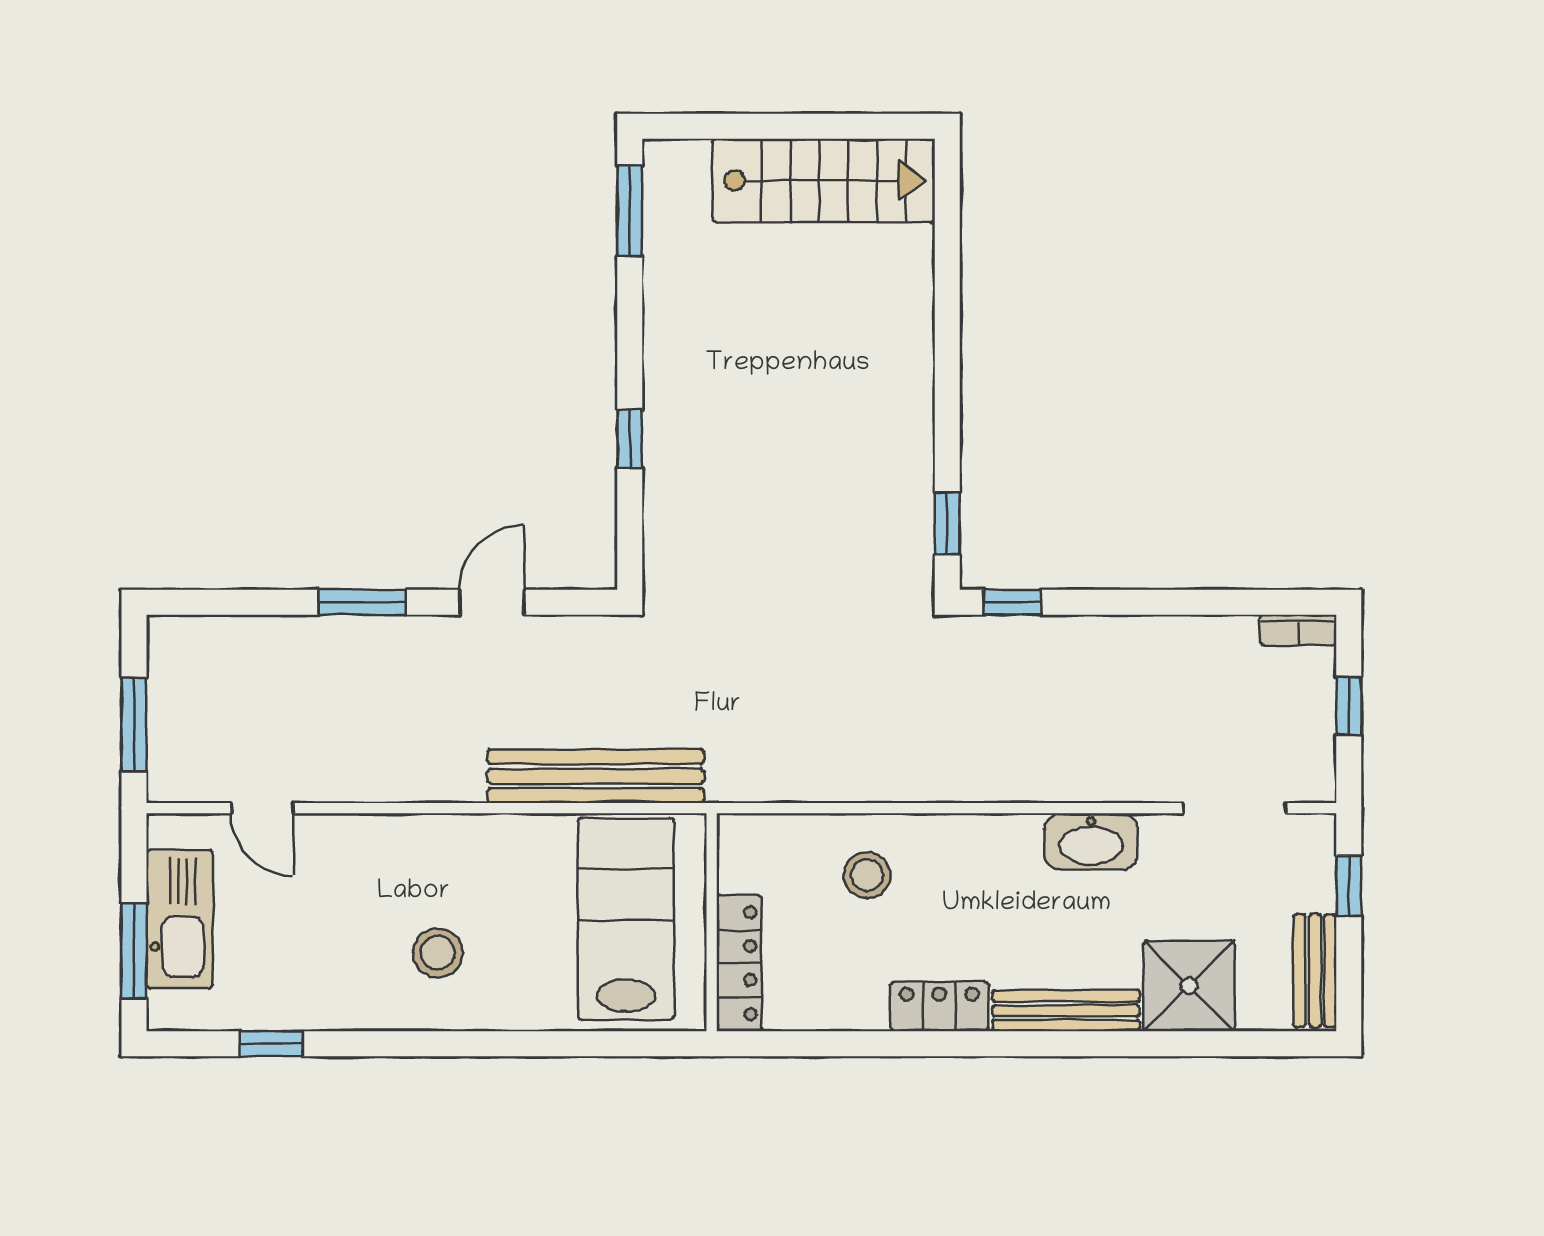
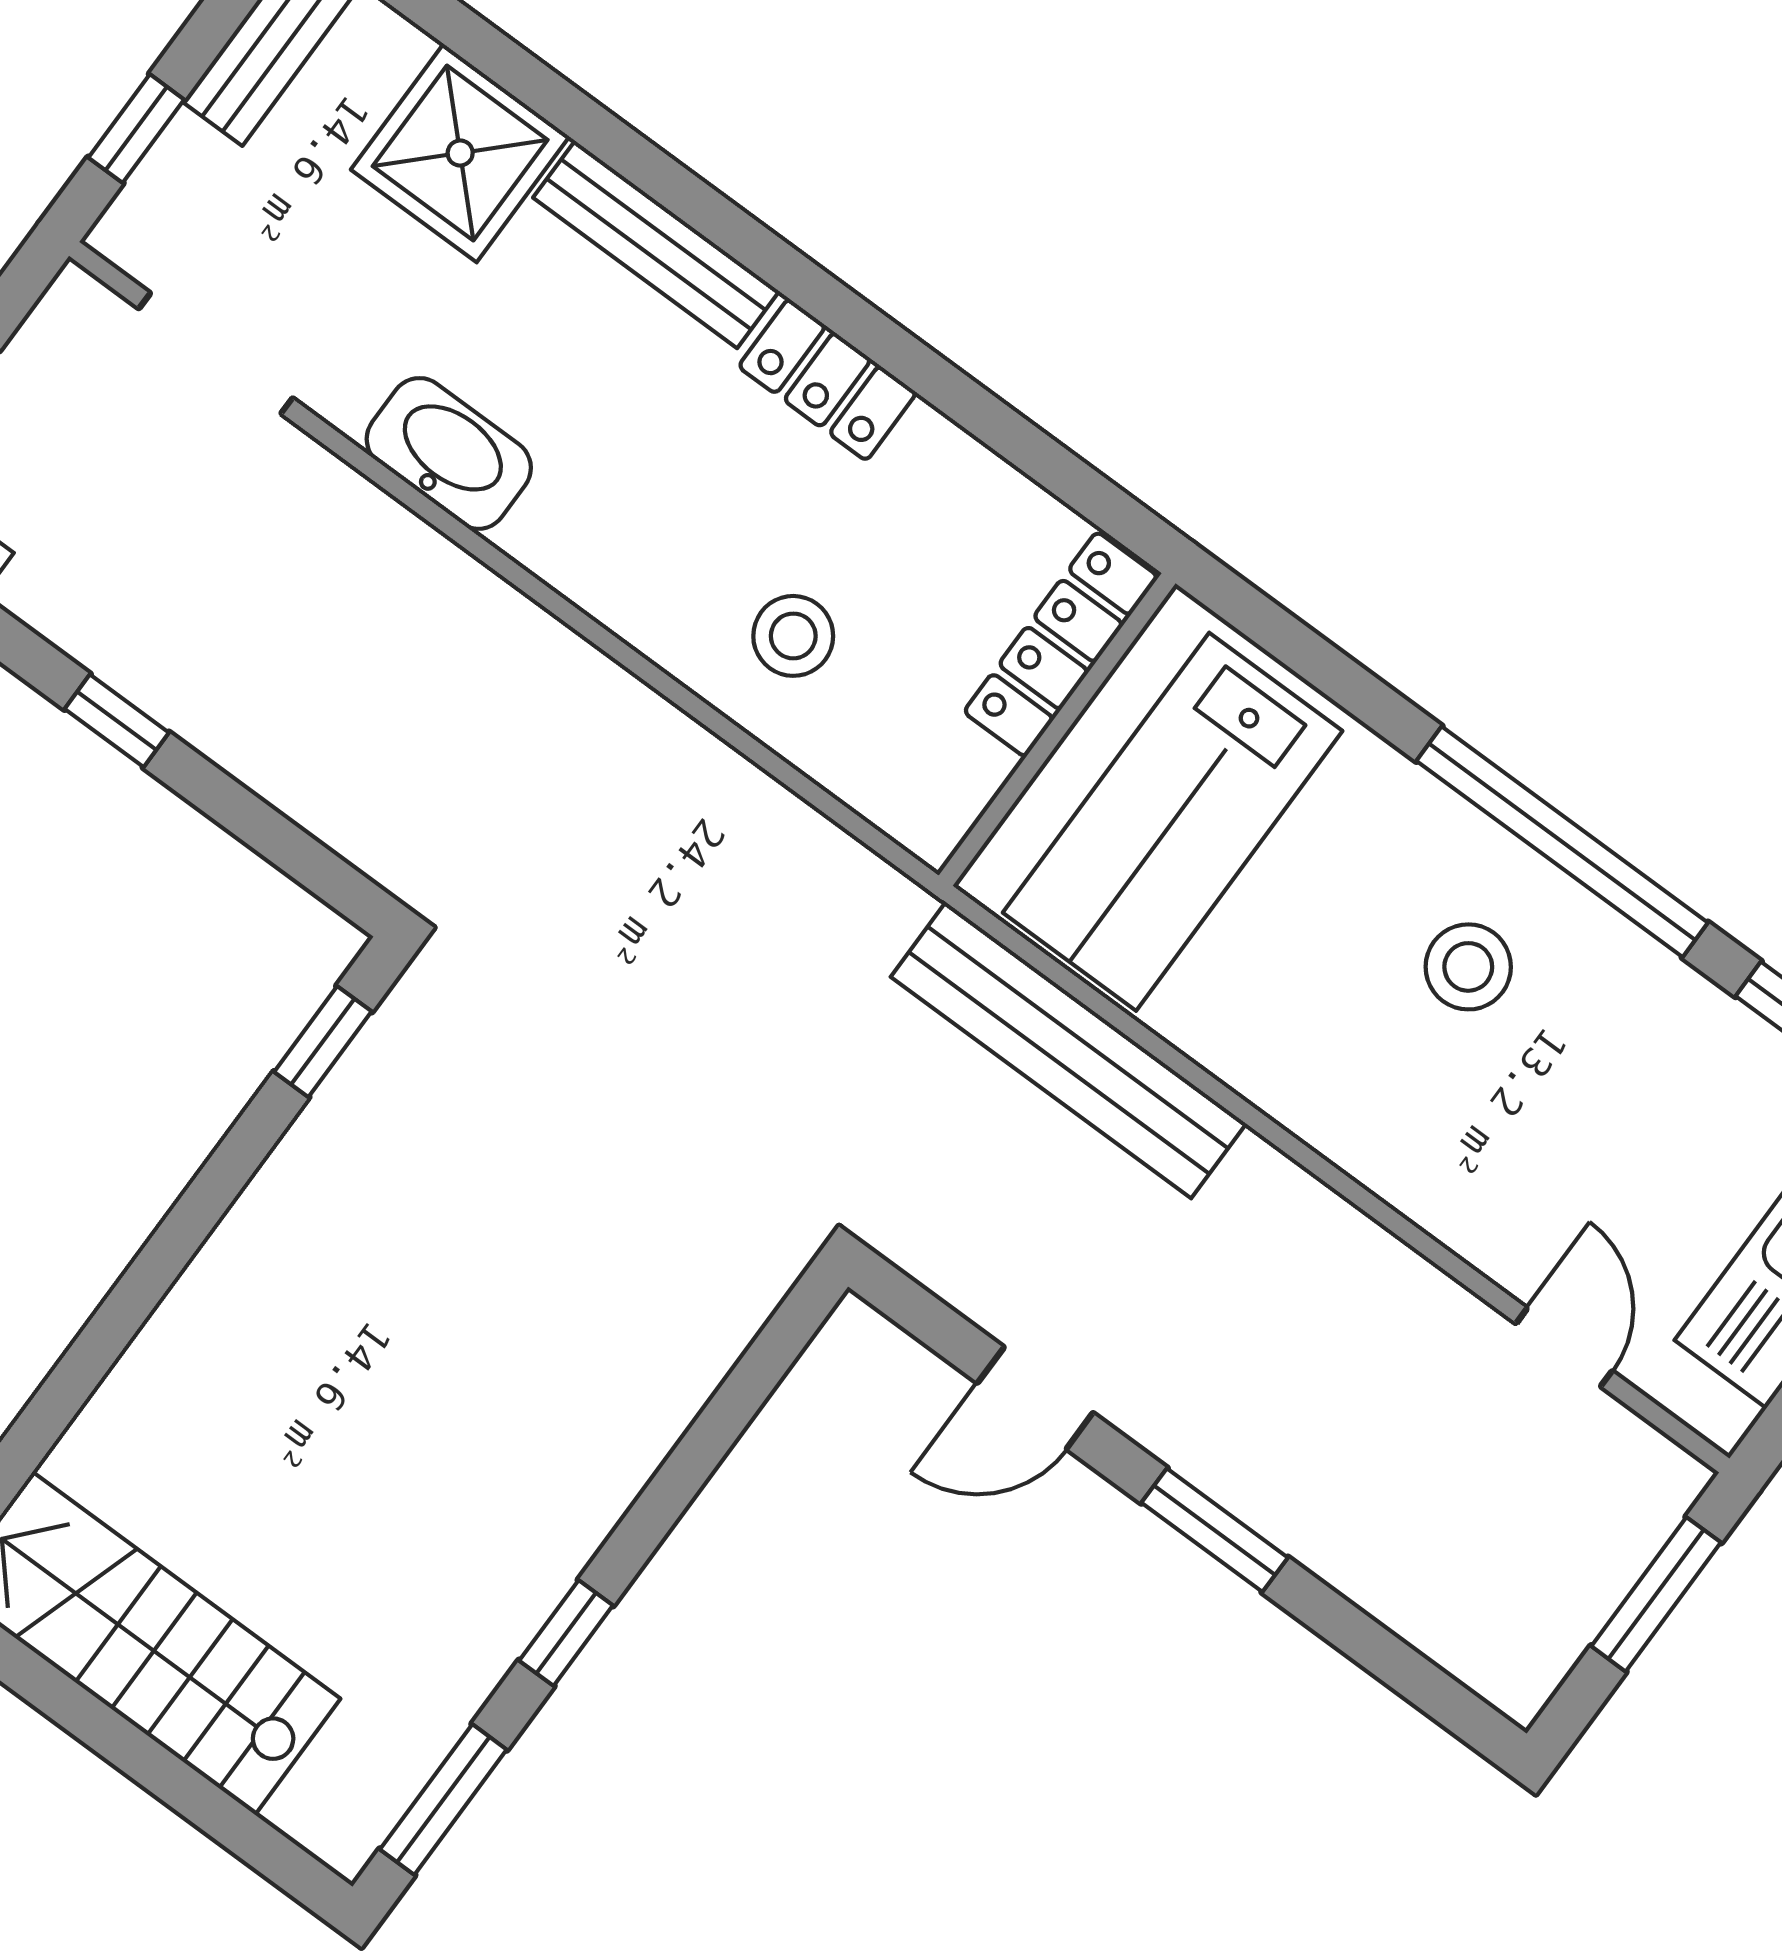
window: (630, 439) -> (566, 1633), moved
window: (1012, 602) -> (117, 721), moved
window: (437, 1044) -> (1562, 842), added

